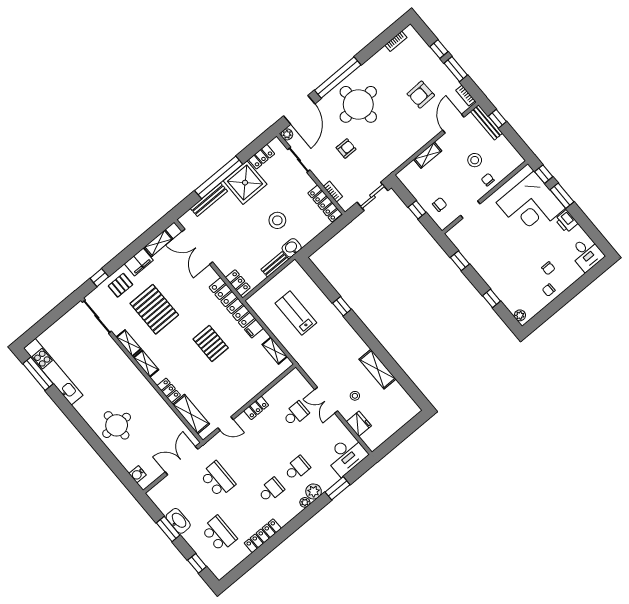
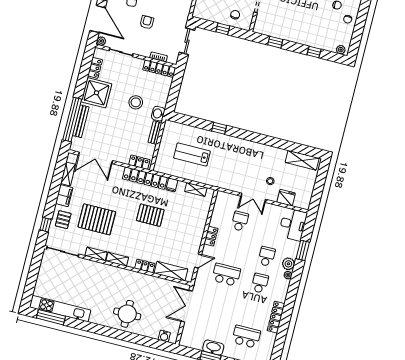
window: (219, 177) -> (72, 120), moved
shelving: (378, 369) -> (302, 160), moved
school desk: (218, 479) -> (226, 275), moved

